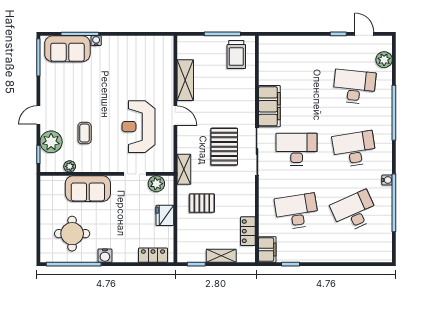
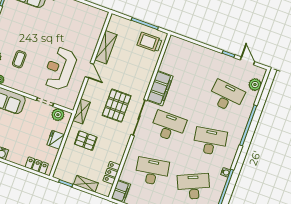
trolley: (236, 55) -> (149, 42), turned 90

